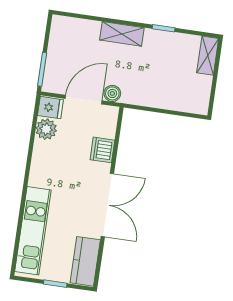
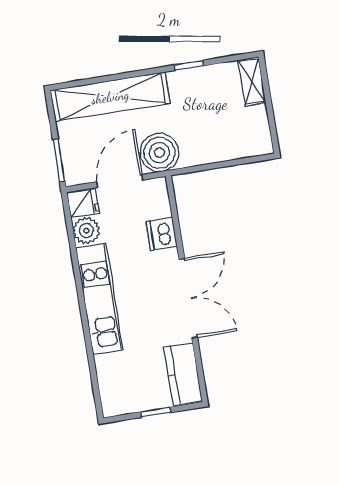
shelving: (122, 34) -> (110, 97), width x2.20, depth x1.33
boiler: (112, 93) -> (159, 153), width x1.86, depth x1.86
kitchen unit: (33, 231) -> (99, 299), moved

